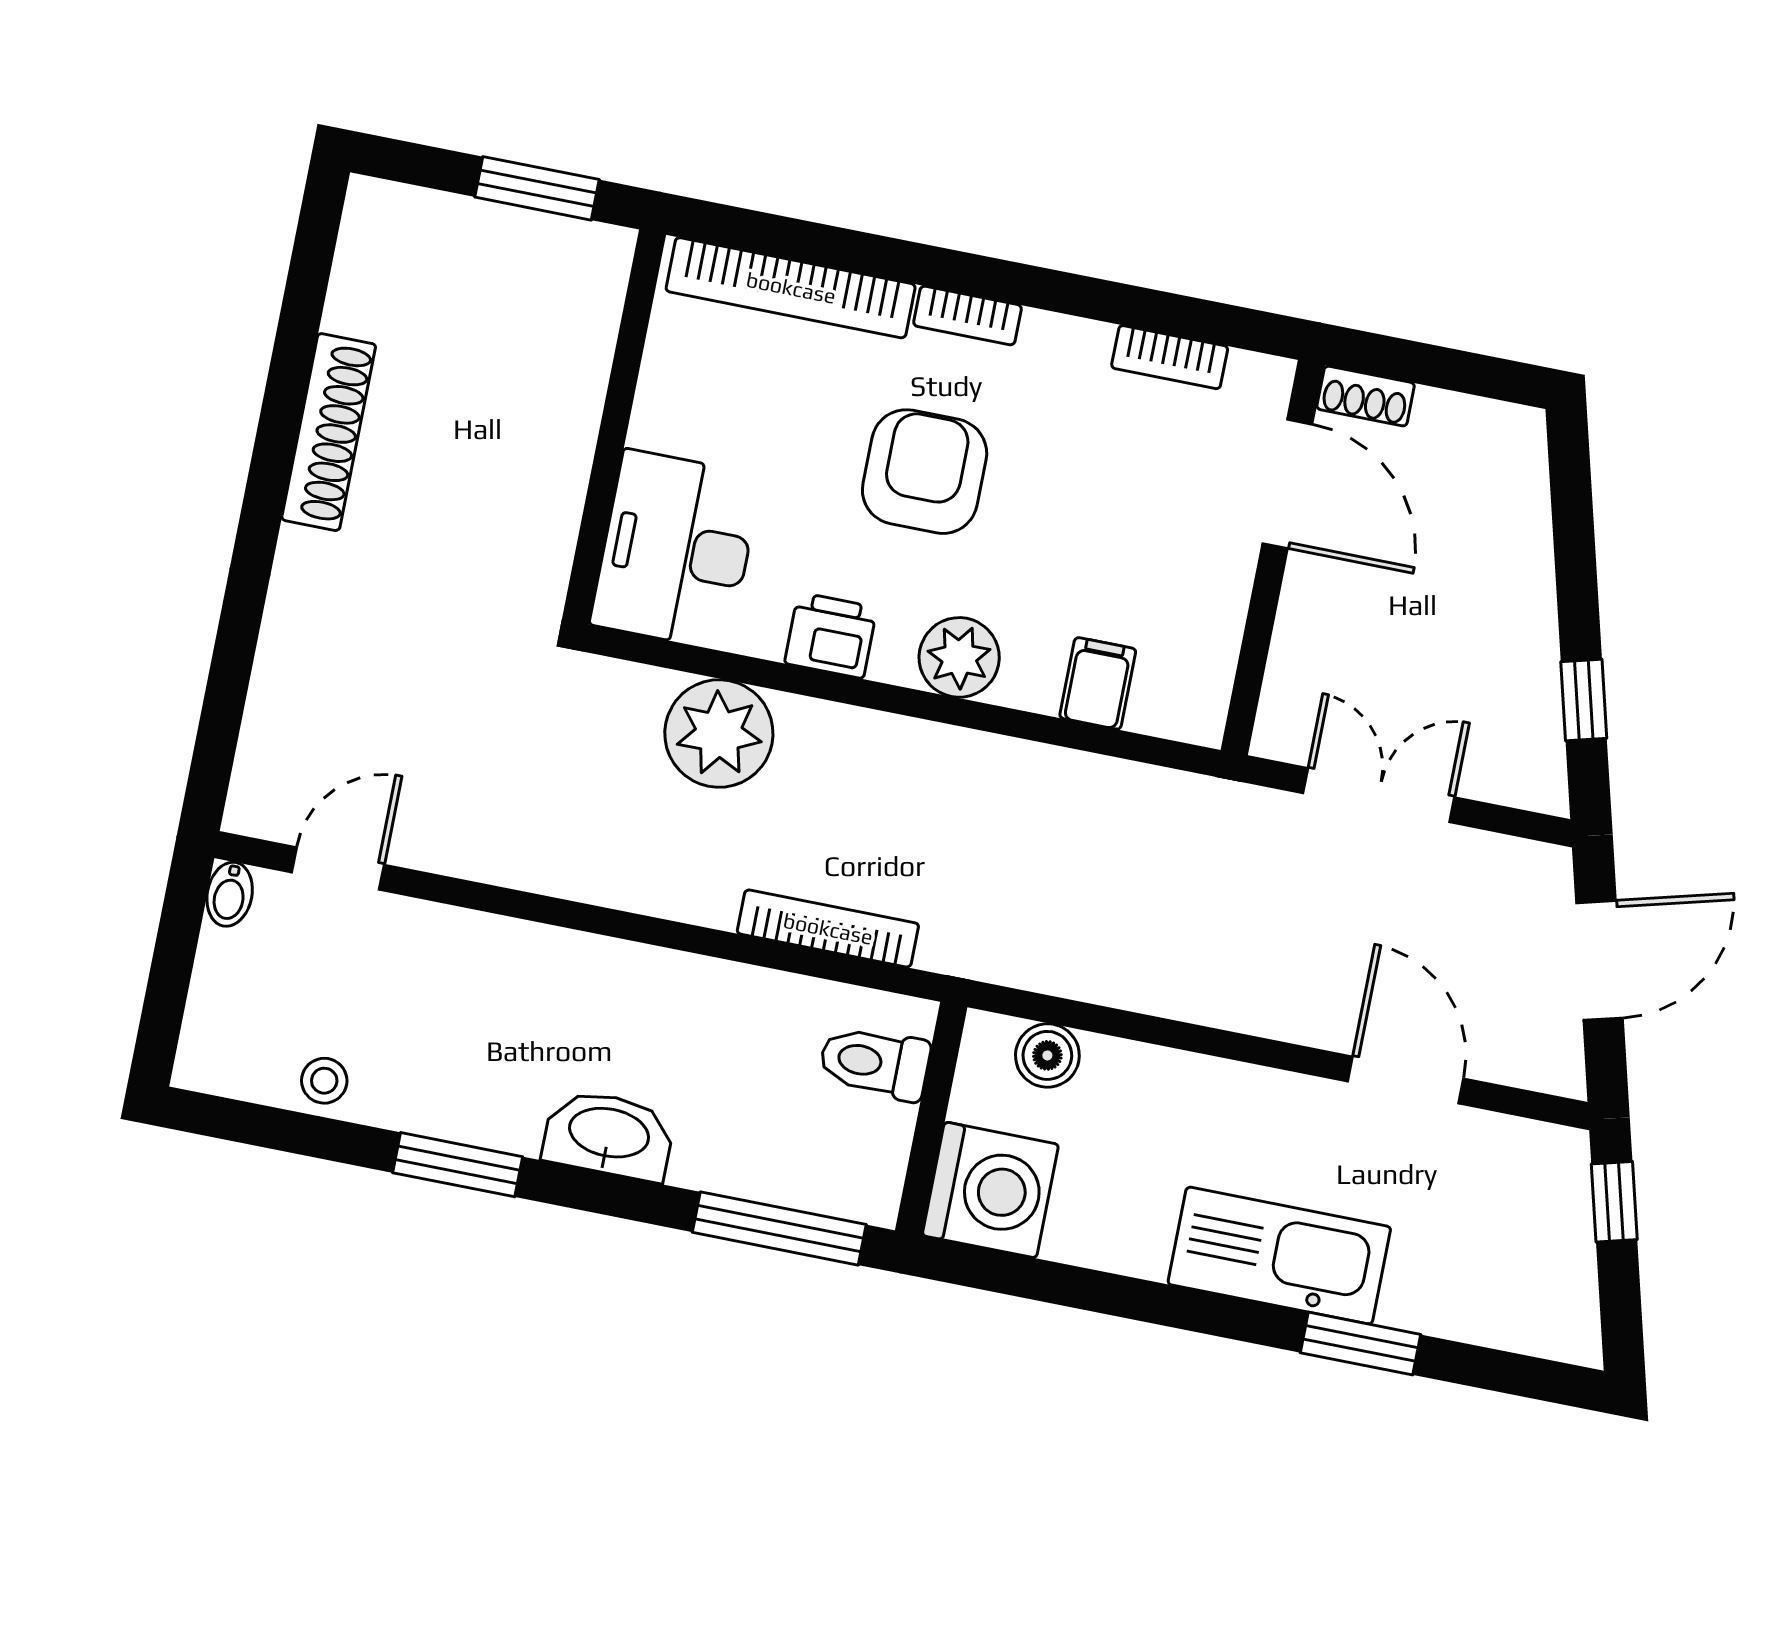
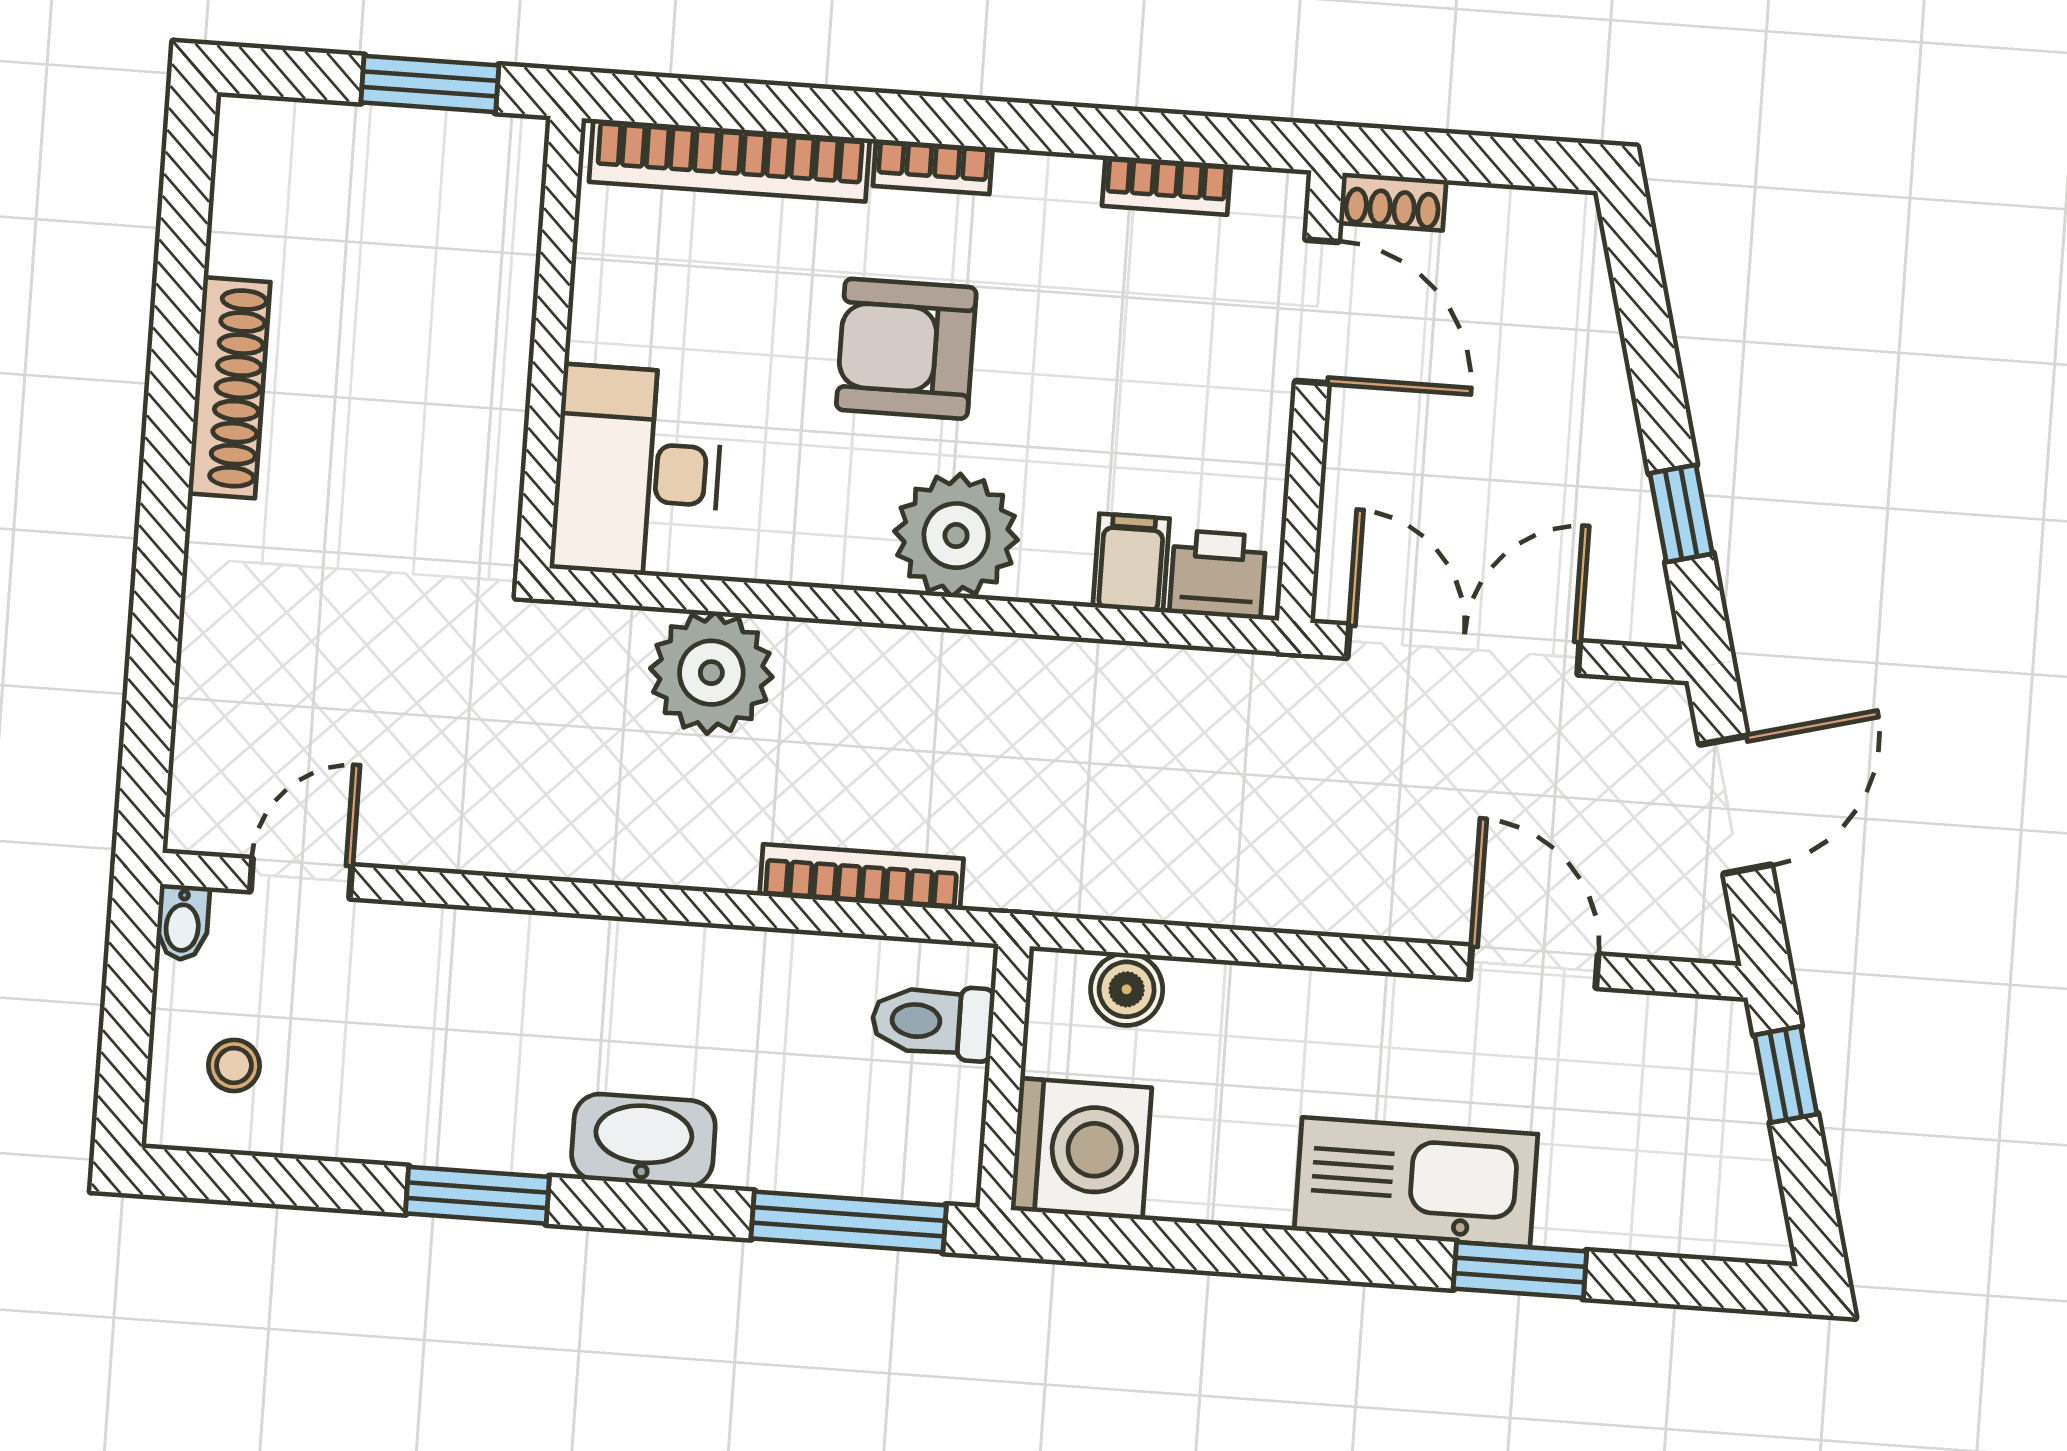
armchair: (925, 472) -> (906, 349), turned -90
printer: (831, 635) -> (1218, 575), moved
plant: (959, 657) -> (956, 536), width x1.36, depth x1.36
double door: (1379, 795) -> (1464, 650), width x1.37
stool: (324, 1081) -> (234, 1065), moved

